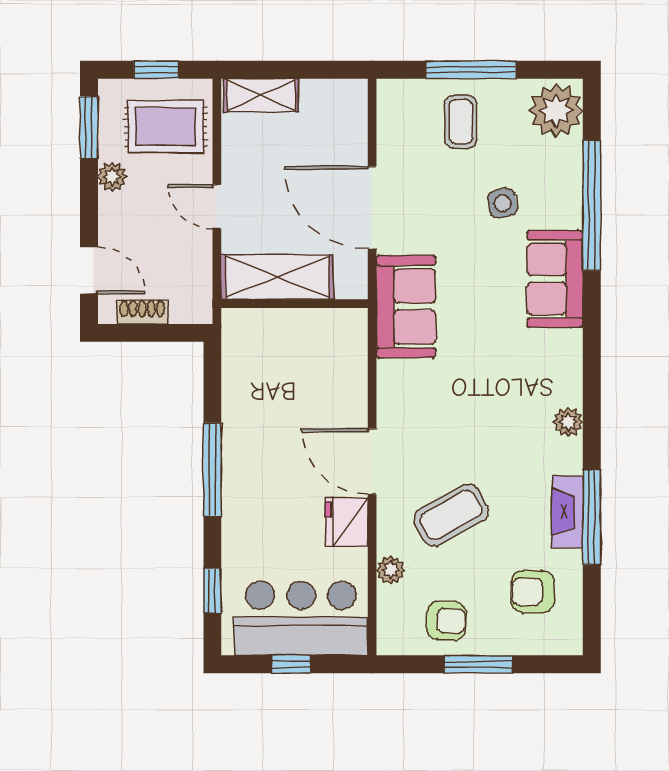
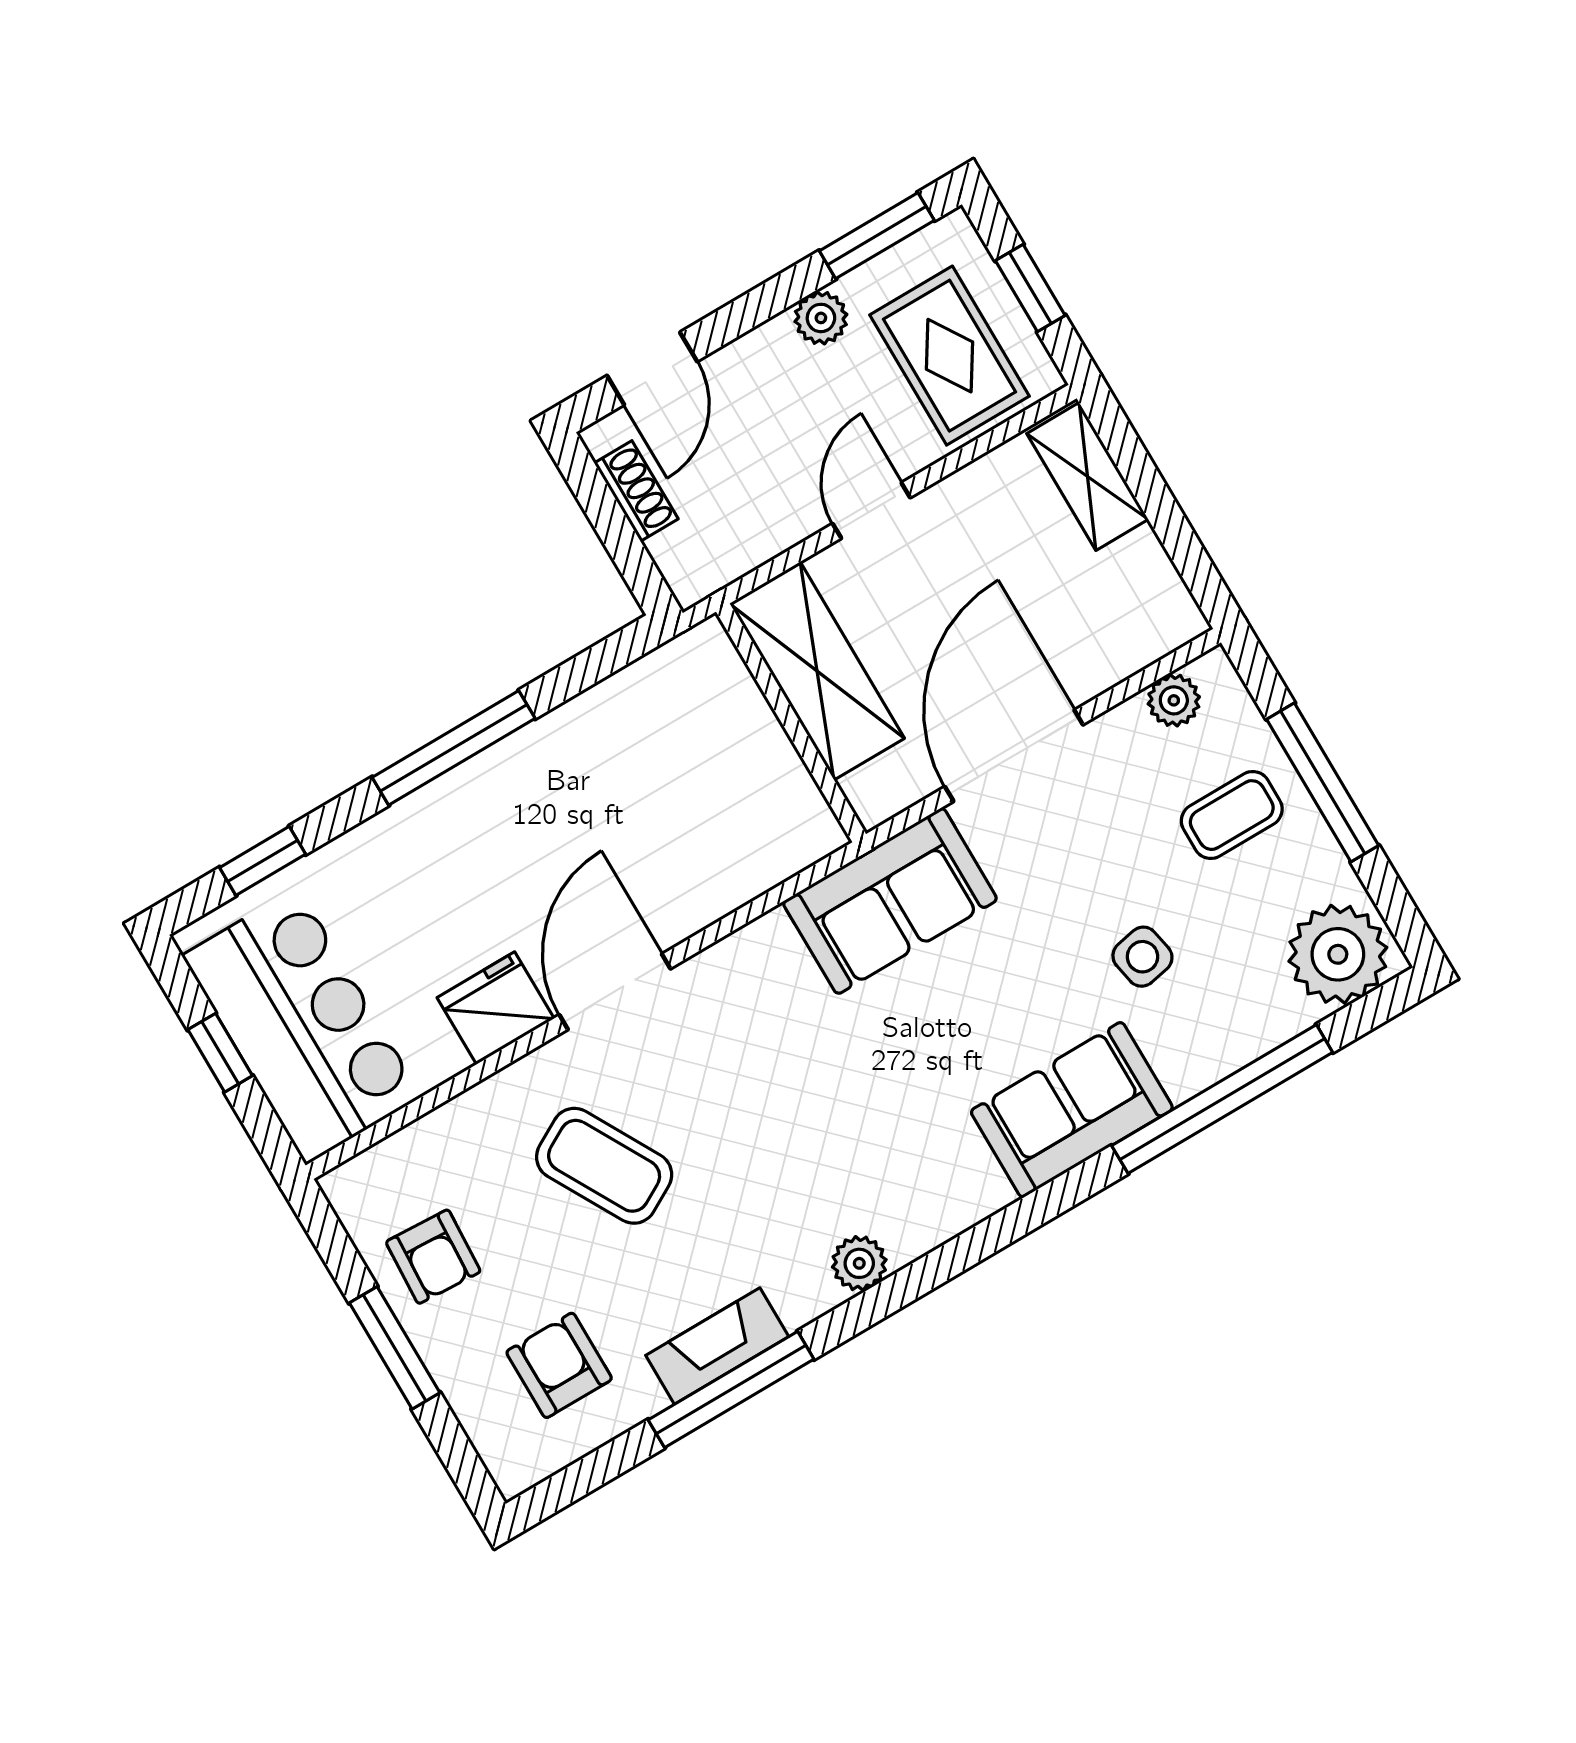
plant: (391, 570) -> (1174, 700), moved

